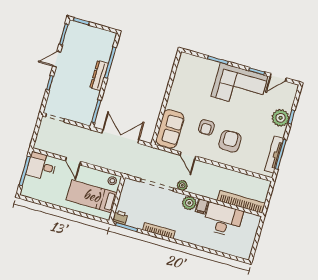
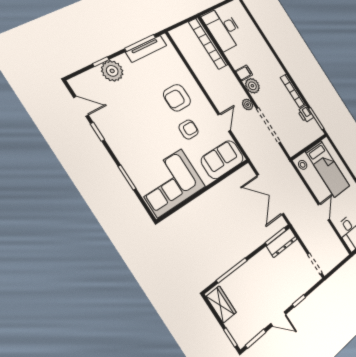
wardrobe: (102, 36) -> (221, 304), added
dresser: (99, 76) -> (282, 243), moved
corner sofa: (239, 86) -> (170, 183), moved, turned -90
printer: (120, 217) -> (306, 114), moved
desk: (223, 220) -> (224, 29), moved

